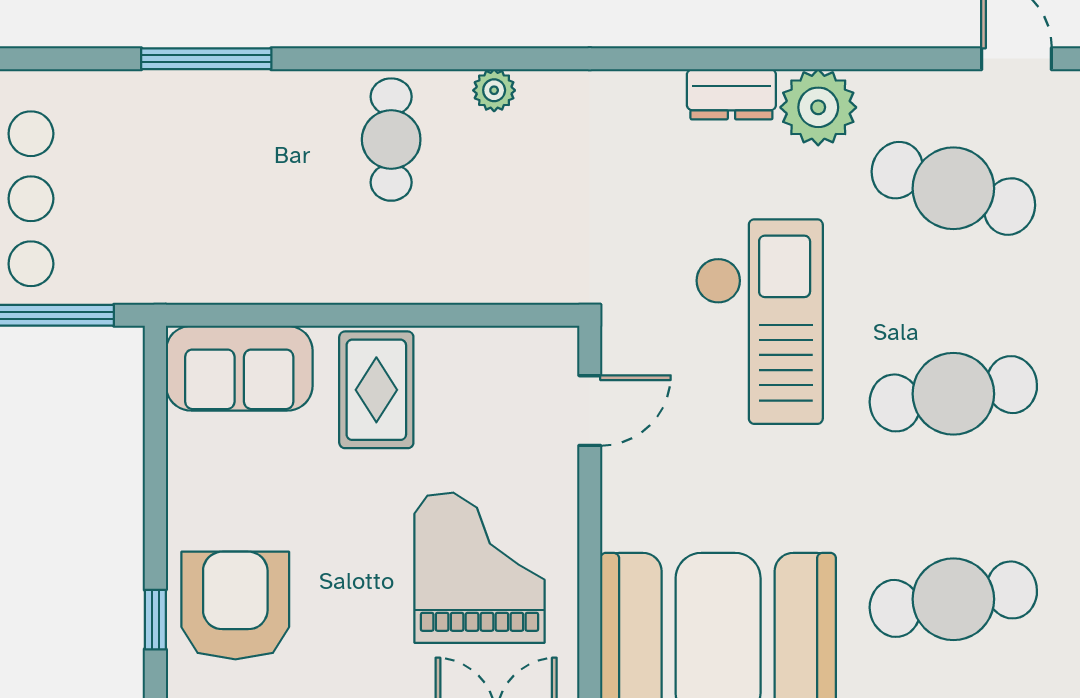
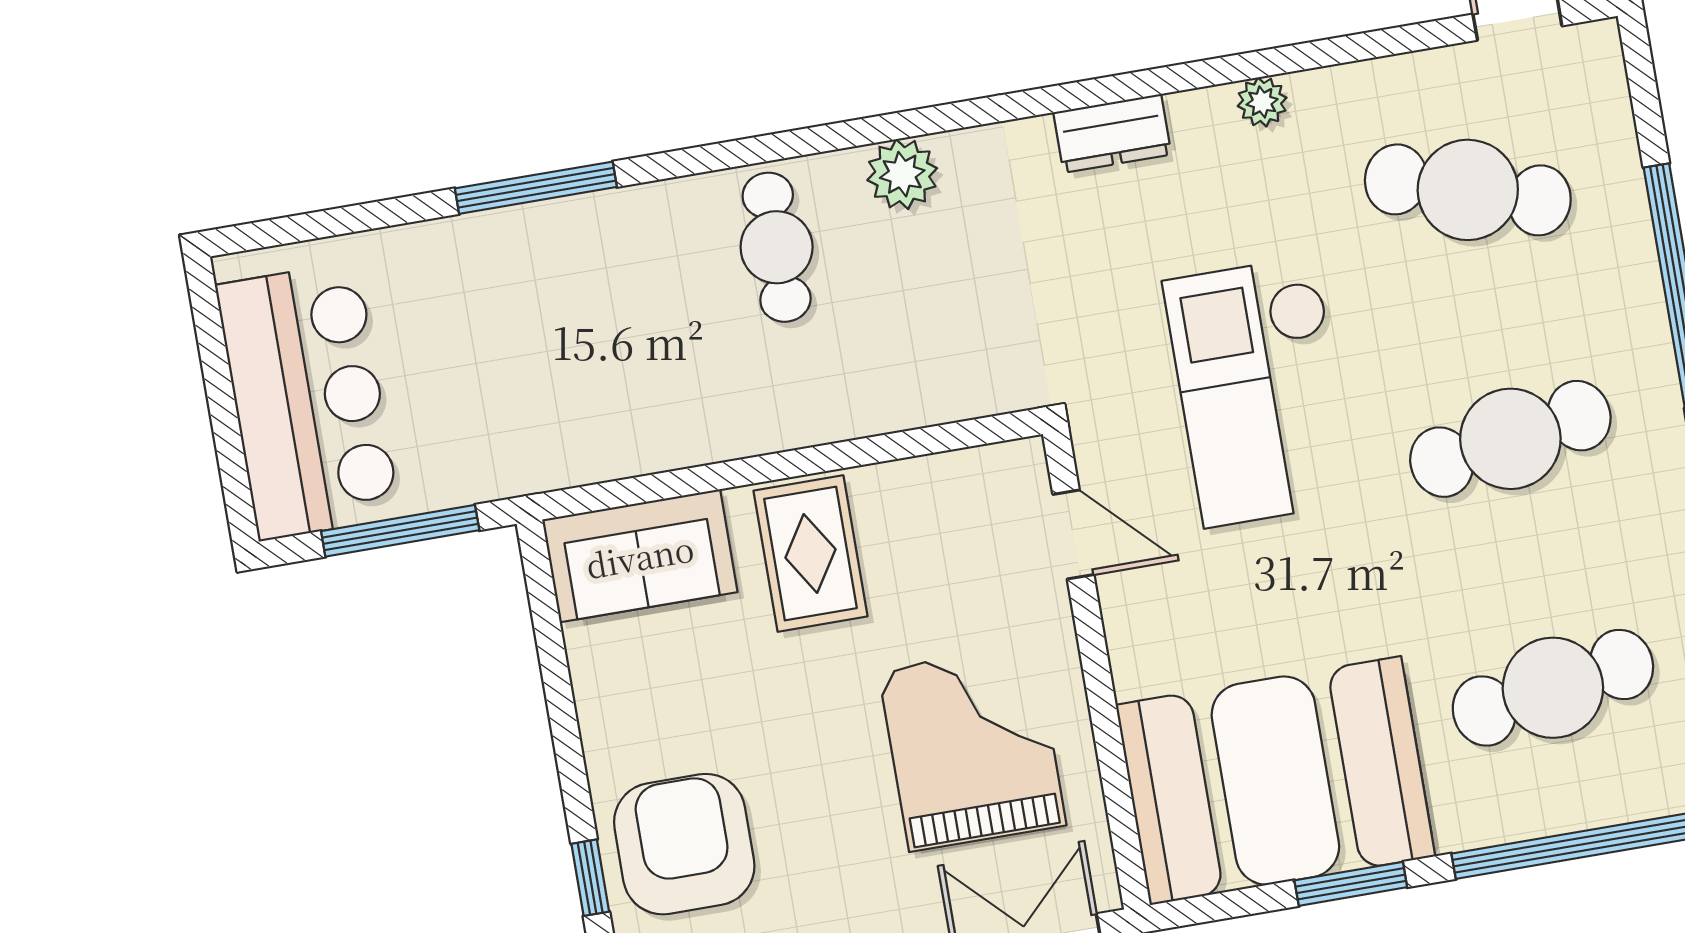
plant: (494, 90) -> (902, 174), width x1.38, depth x1.38
dresser: (731, 94) -> (1112, 133), moved
plant: (818, 107) -> (1262, 102), width x0.53, depth x0.53
checkout: (759, 322) -> (1260, 392), turned 180
door: (590, 411) -> (1073, 534), hinge flipped

